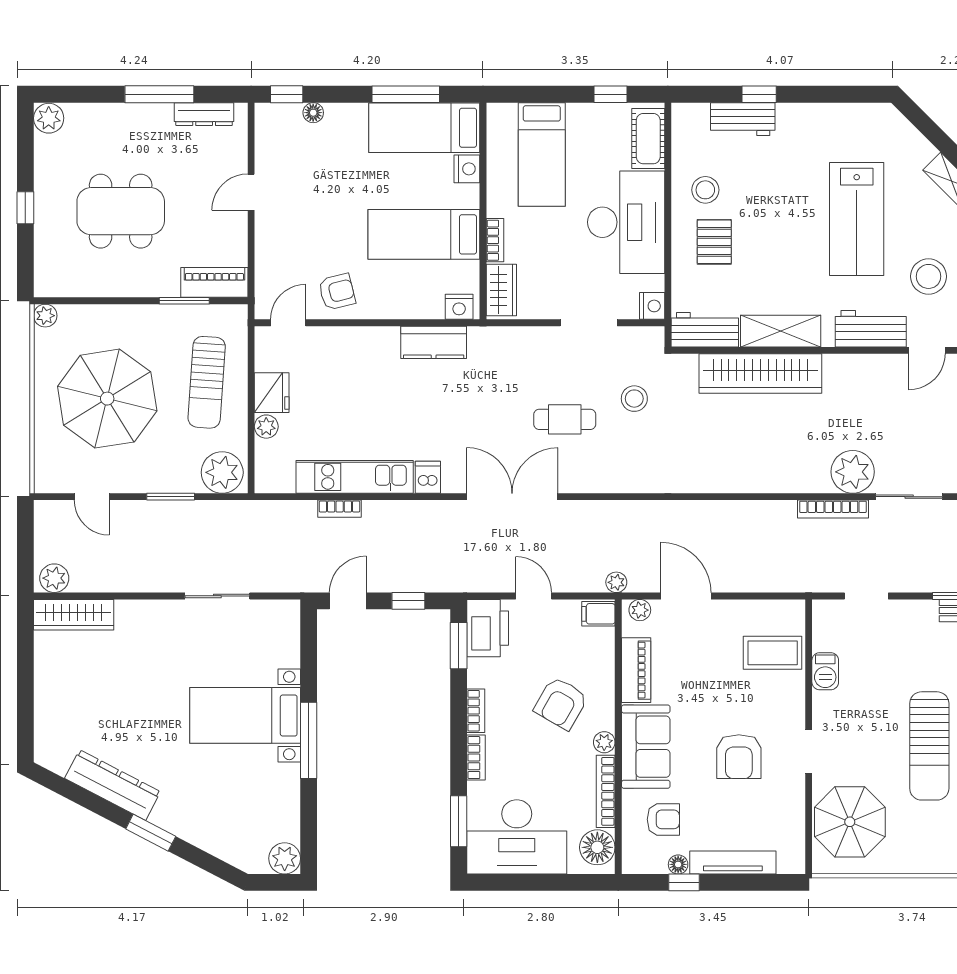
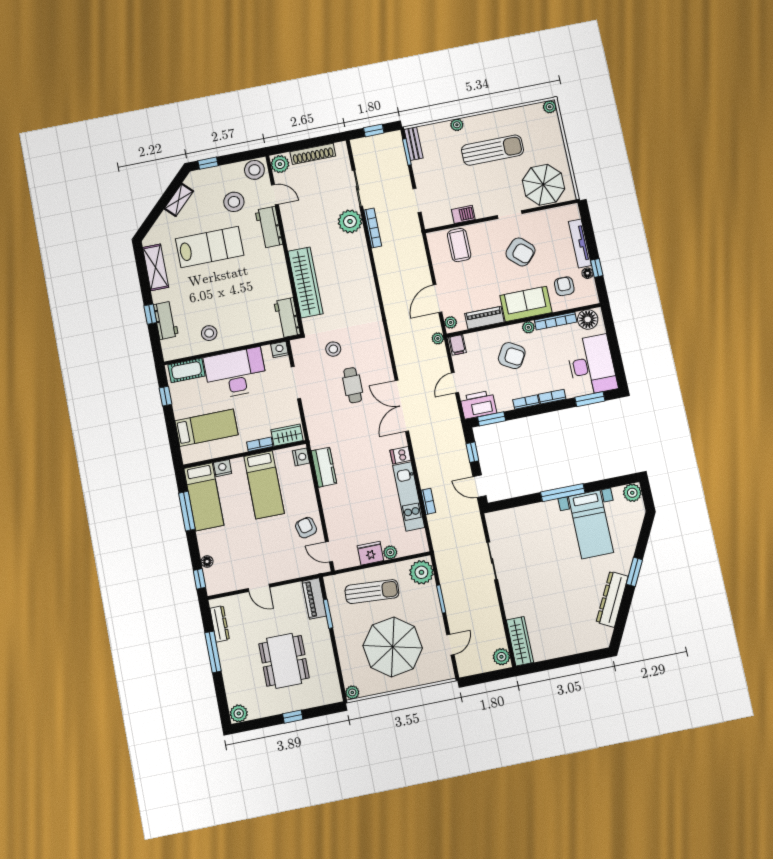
pallet: (714, 242) -> (237, 322), removed
shelving: (781, 331) -> (156, 267), moved
bed with nightstands: (245, 715) -> (591, 524), moved
armchair: (739, 757) -> (520, 252), turned 43

